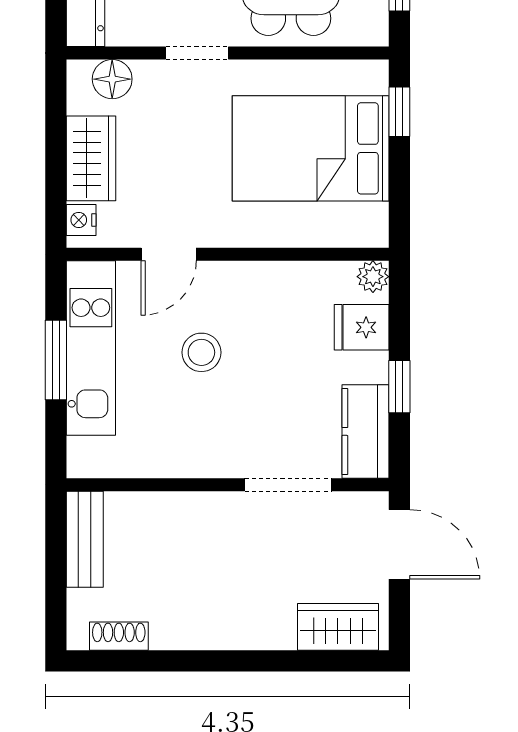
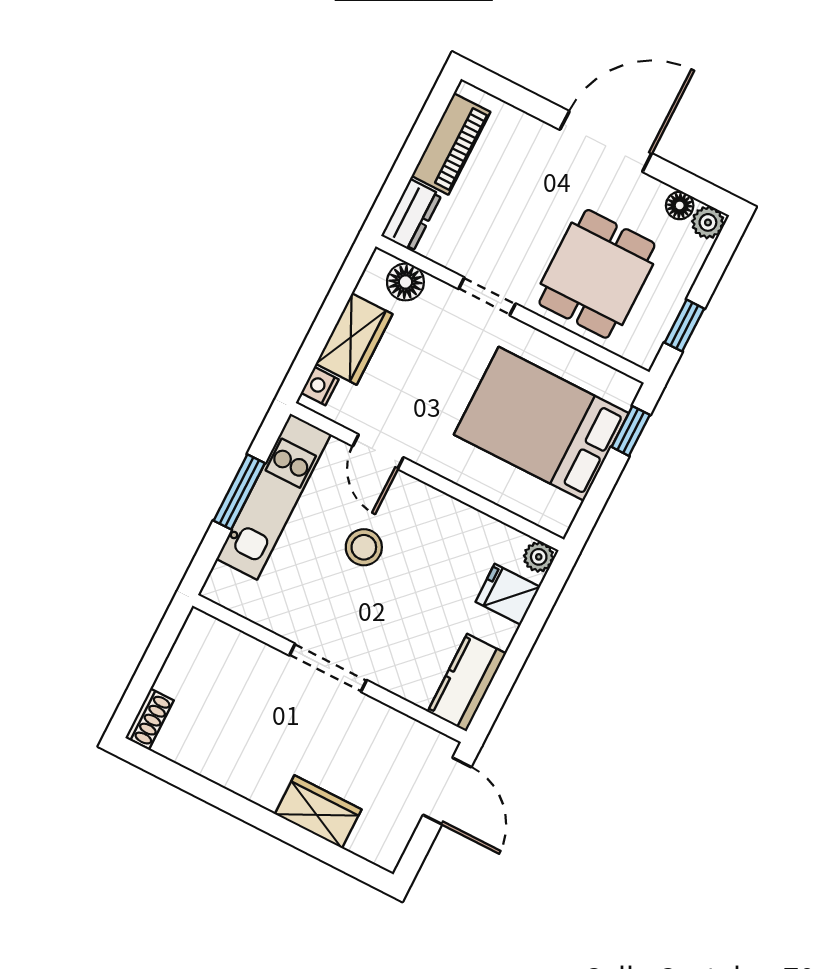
door: (169, 254) -> (378, 452), hinge flipped
window: (399, 387) -> (514, 660), removed
doorway: (288, 485) -> (328, 668), moved
bench: (85, 539) -> (187, 653), removed
wardrobe: (338, 627) -> (318, 812), moved
shoe rack: (119, 636) -> (150, 719), moved, turned 90

